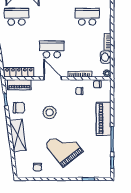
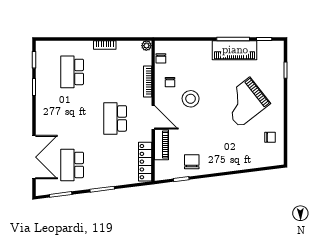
washbasin: (106, 57) -> (125, 47), removed
door: (53, 78) -> (153, 117), swing flipped
piano: (19, 85) -> (162, 145), moved
stool: (50, 112) -> (191, 99), moved
piano: (104, 119) -> (235, 50), moved
shelving: (18, 135) -> (228, 163), removed

